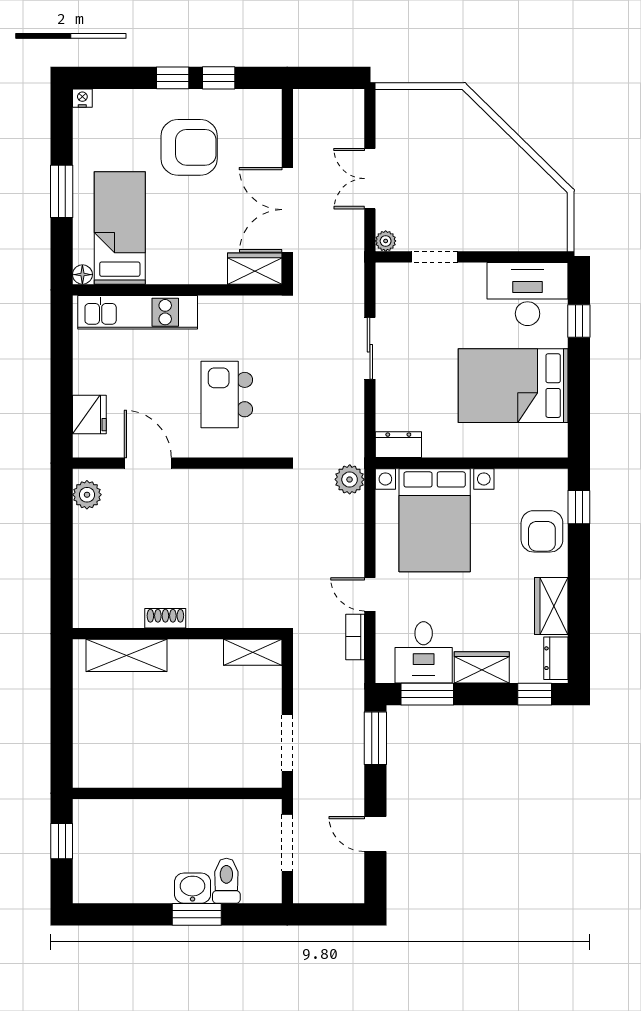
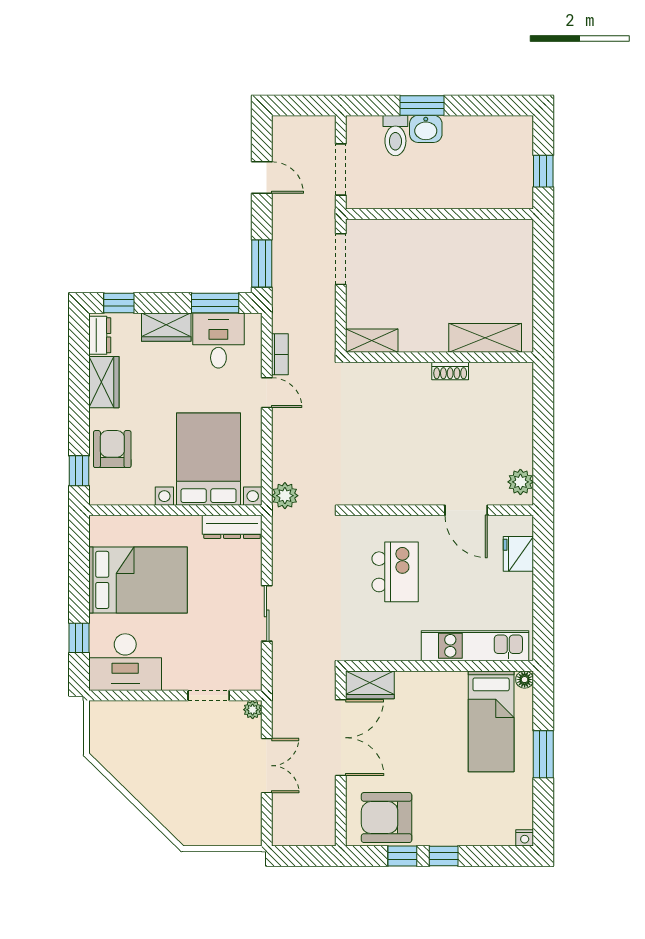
armchair: (189, 147) -> (387, 818), moved
dresser: (398, 445) -> (232, 527), width x1.44

